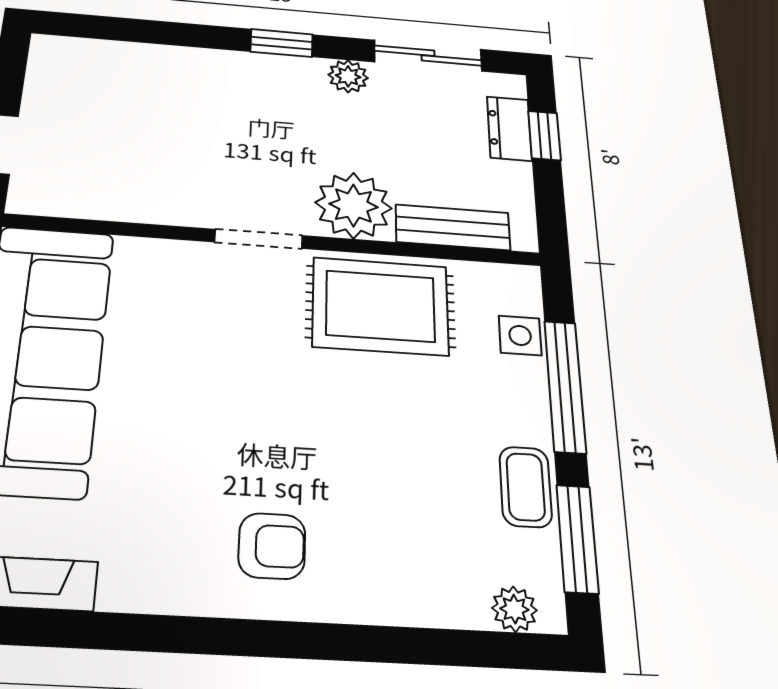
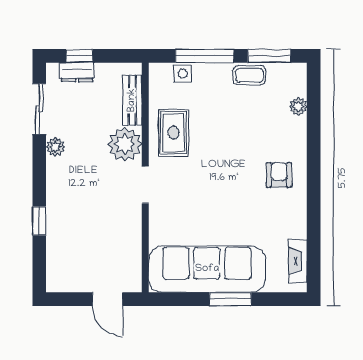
window: (282, 43) -> (39, 221), moved
rug: (380, 306) -> (173, 133), width x0.73, depth x0.70
plant: (514, 609) -> (298, 107), moved

